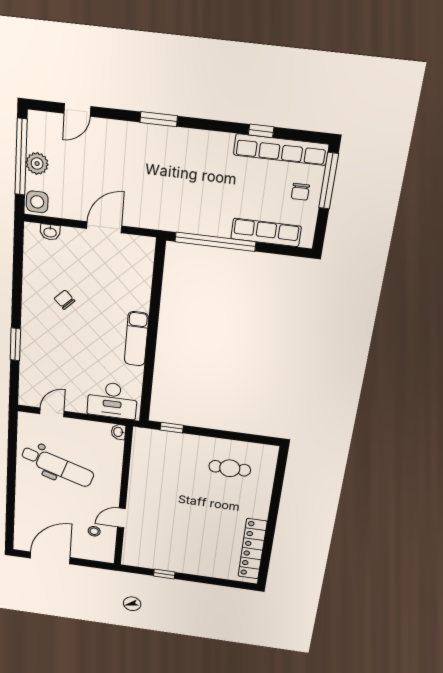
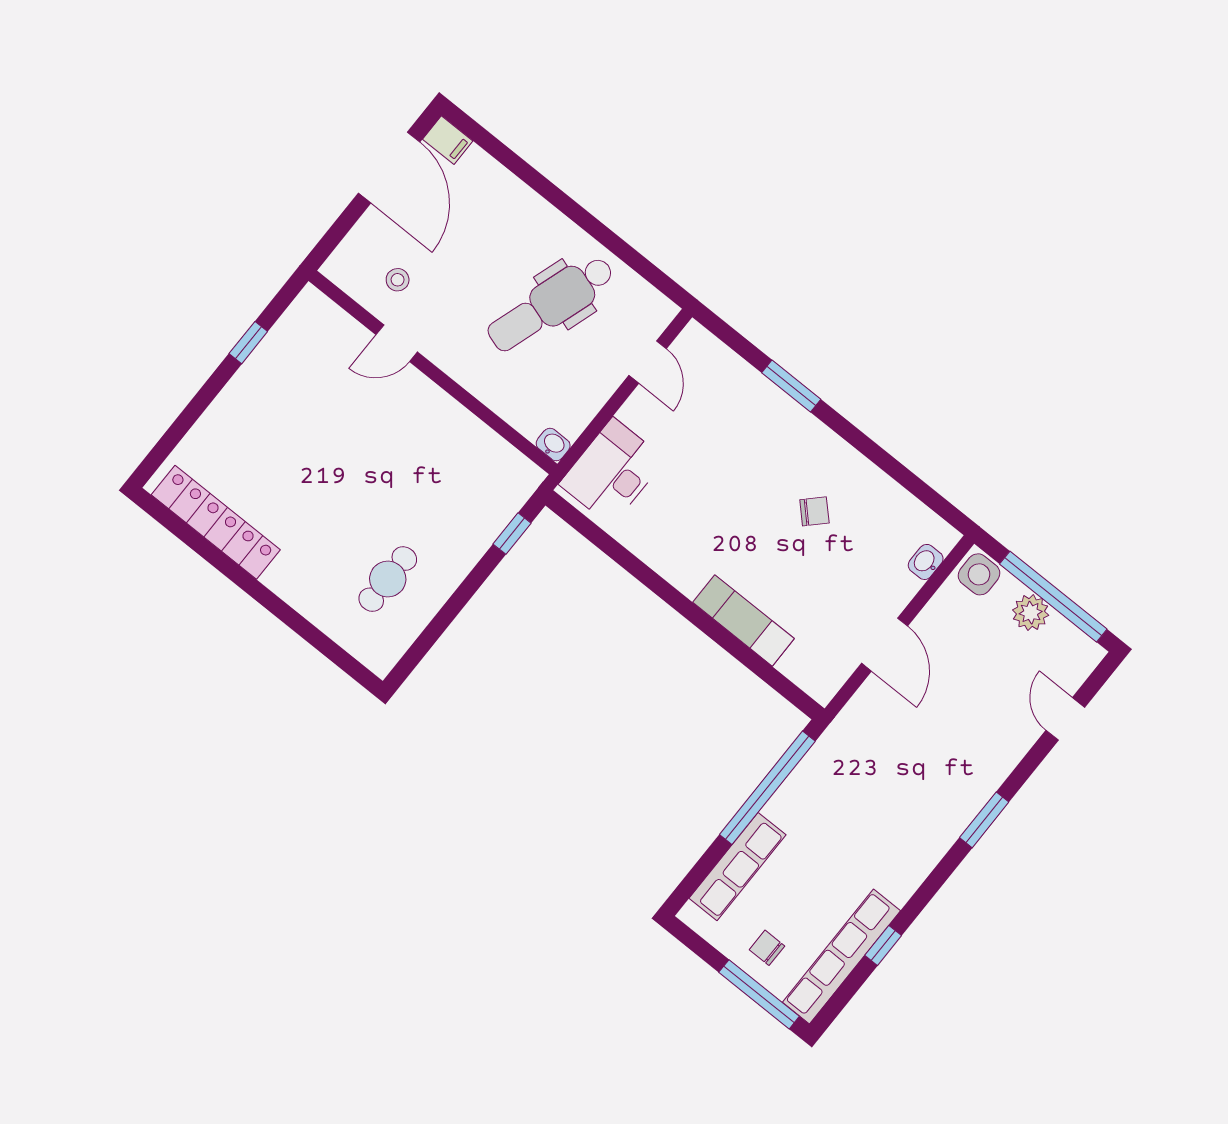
exam couch: (136, 339) -> (744, 620), moved
door: (121, 518) -> (397, 343), swing flipped
filing cabinet: (21, 542) -> (448, 140), added

